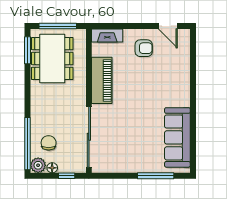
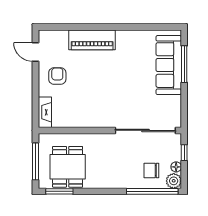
door: (168, 26) -> (35, 52), swing flipped
dining table: (52, 59) -> (68, 167), width x0.73
piano: (102, 80) -> (92, 40), moved, turned 180
sofa: (177, 137) -> (169, 65), moved, turned 90

